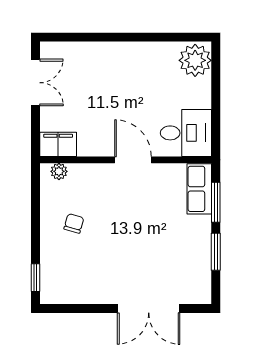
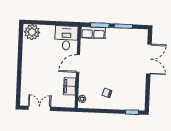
filing cabinet: (58, 144) -> (70, 86), moved

